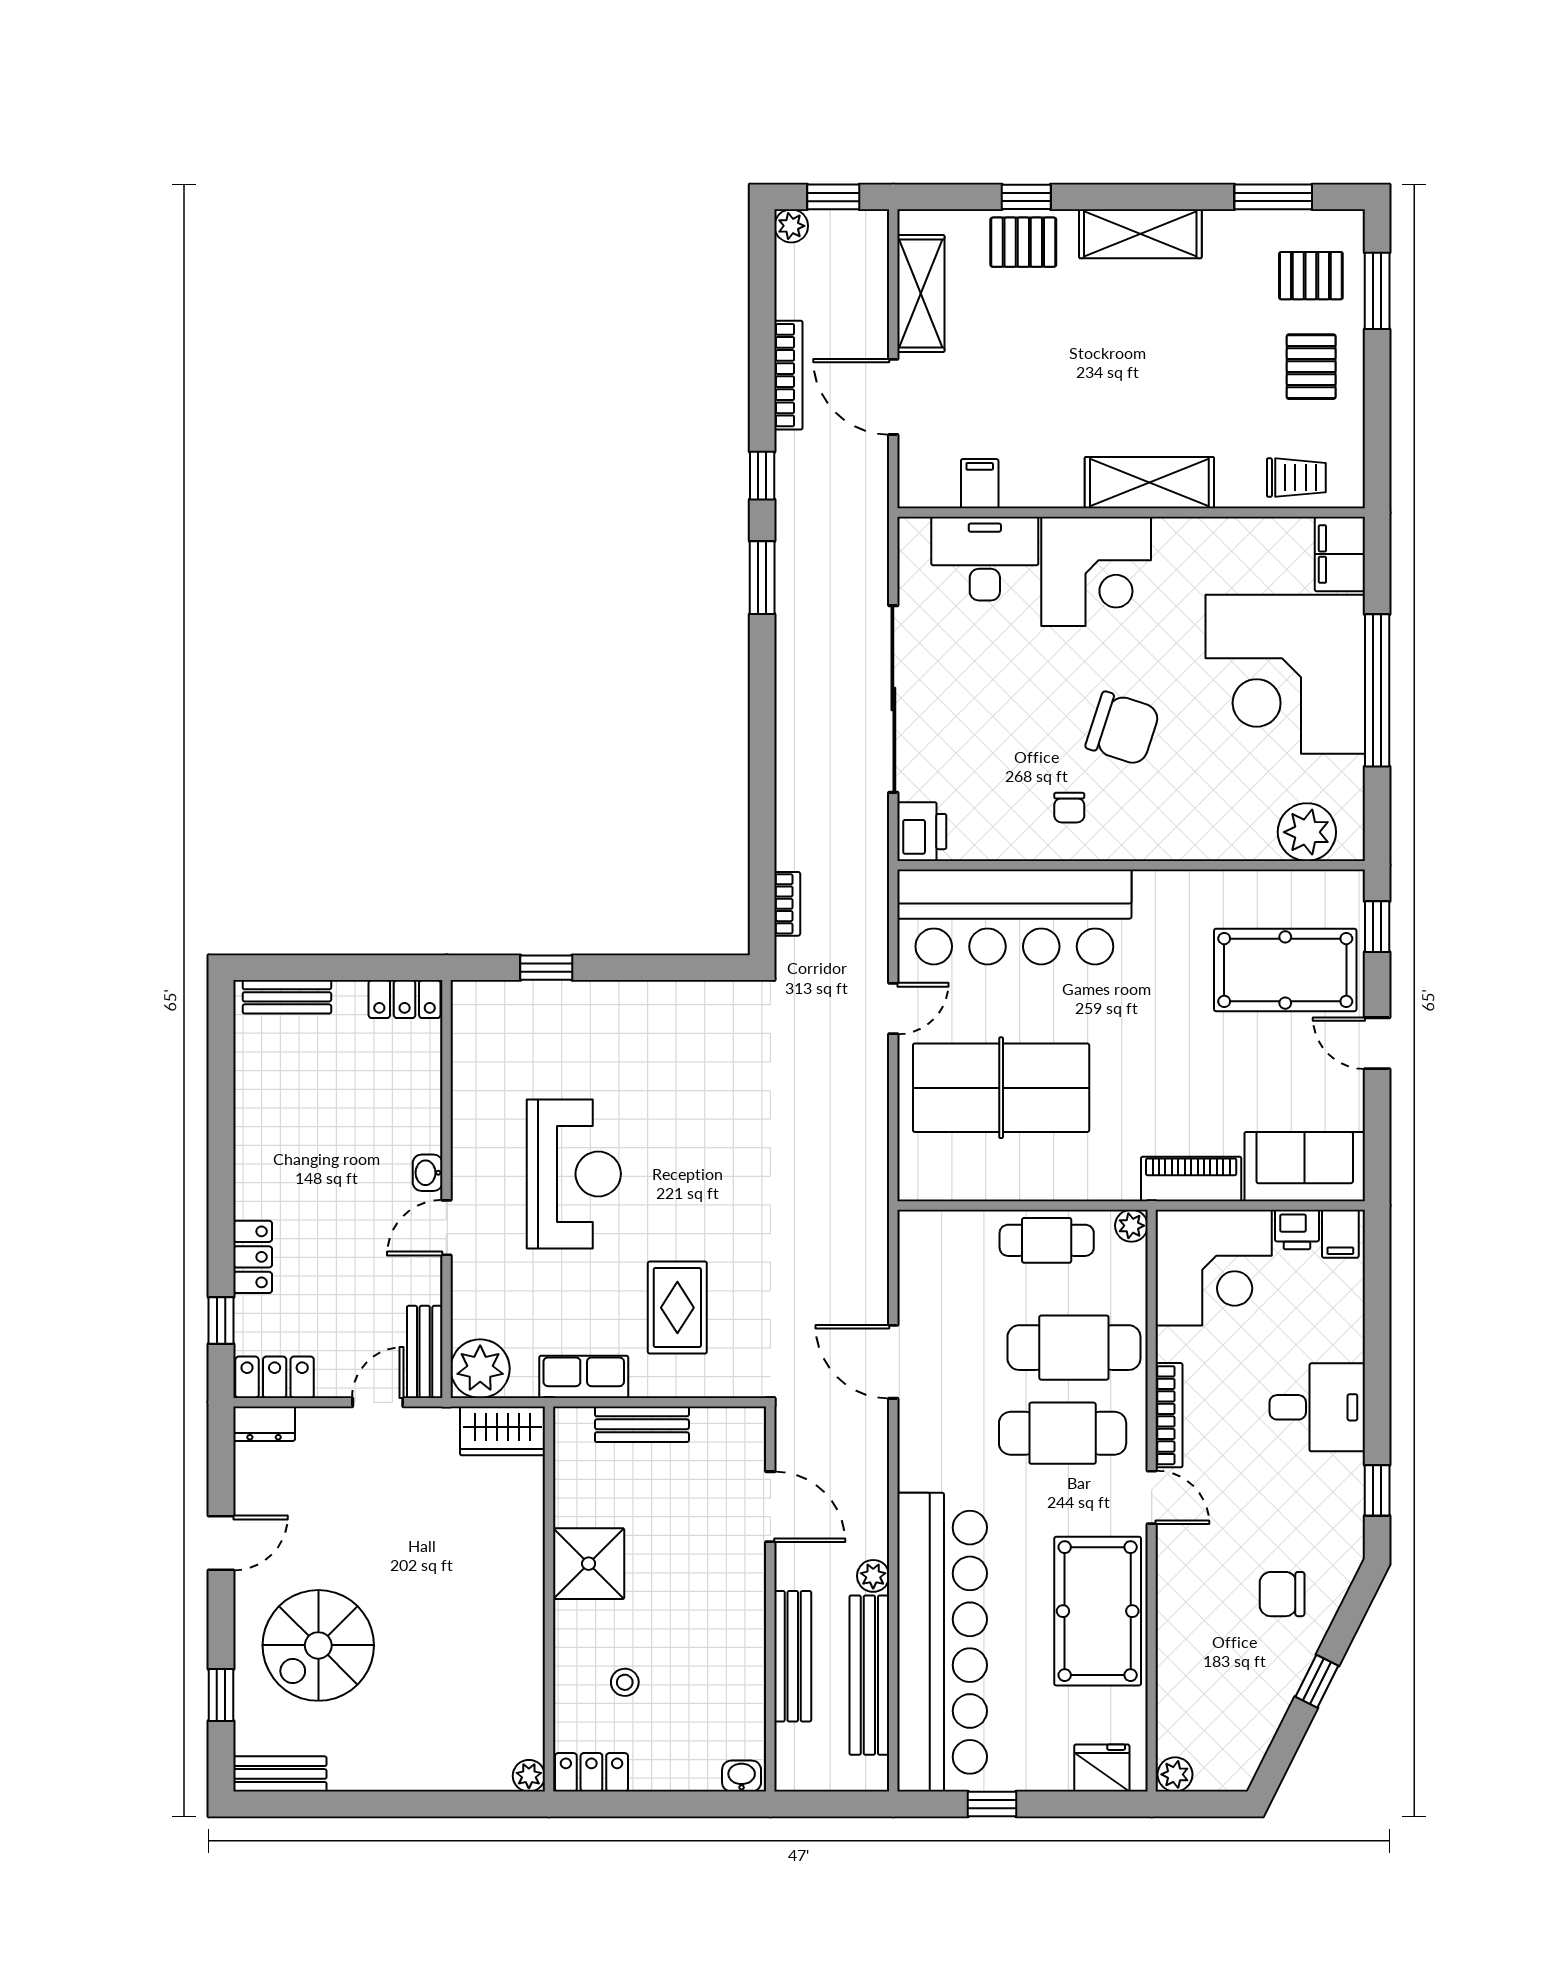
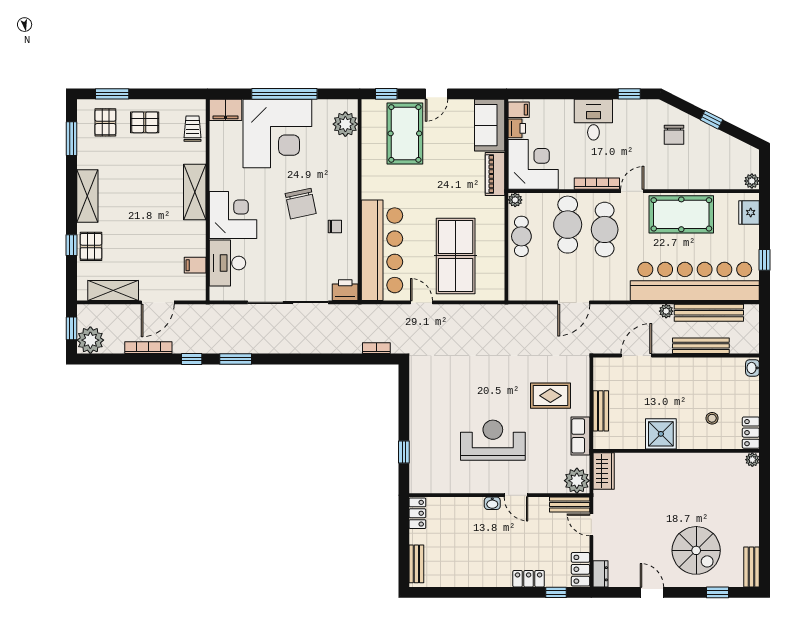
plant: (791, 226) -> (90, 340), width x1.88, depth x1.88
chair: (1123, 728) -> (301, 204), turned 150

